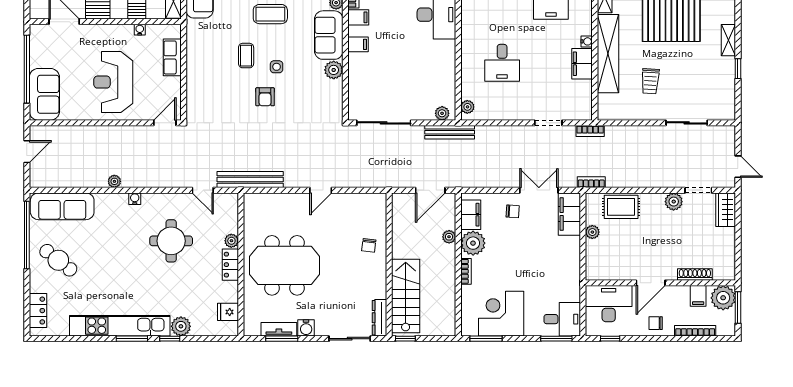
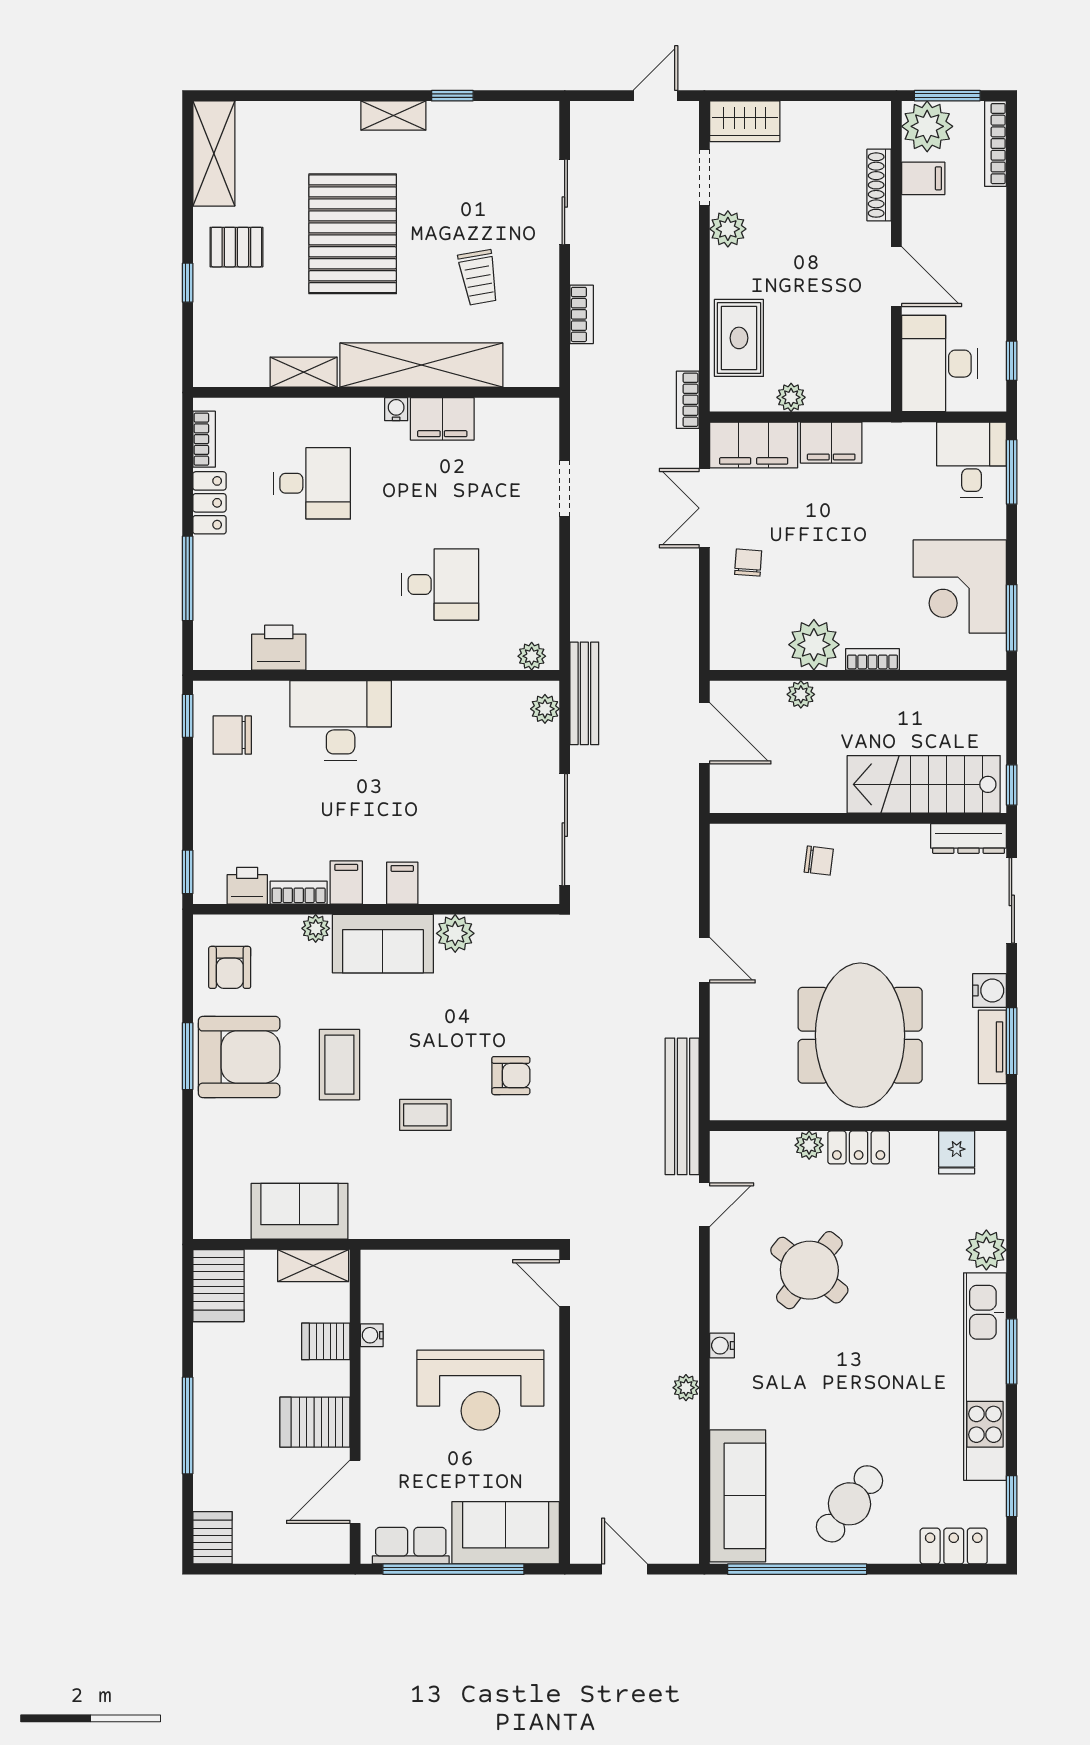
row of seats: (172, 57) -> (411, 1546), moved, turned 180
side table: (277, 67) -> (449, 1052), removed
trolley: (650, 81) -> (479, 277), turned 76
bookcase: (590, 131) -> (582, 314), moved
filing cabinet: (471, 215) -> (831, 443), moved, turned 180
round table: (171, 241) -> (809, 1270), turned 38
chair: (656, 323) -> (980, 266), removed
bookcase: (695, 331) -> (996, 144), moved
window: (170, 339) -> (1012, 1496), moved

